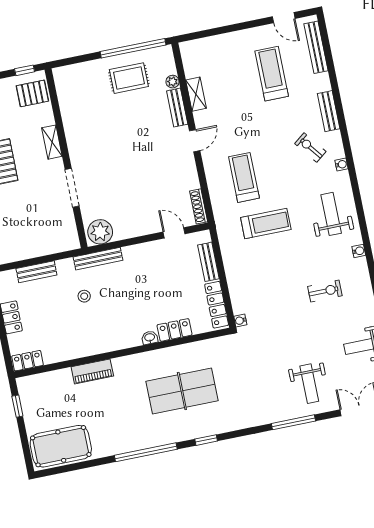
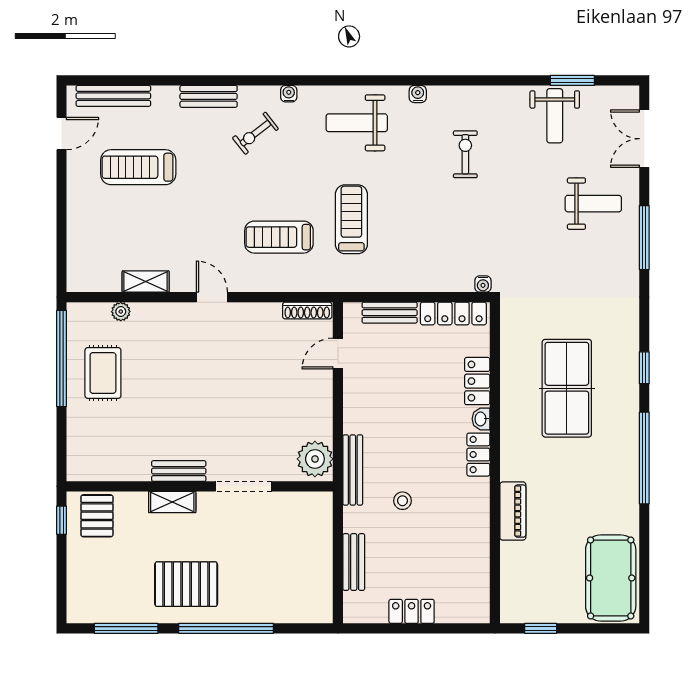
bench: (177, 108) -> (179, 471), moved
locker: (28, 361) -> (478, 455), moved

